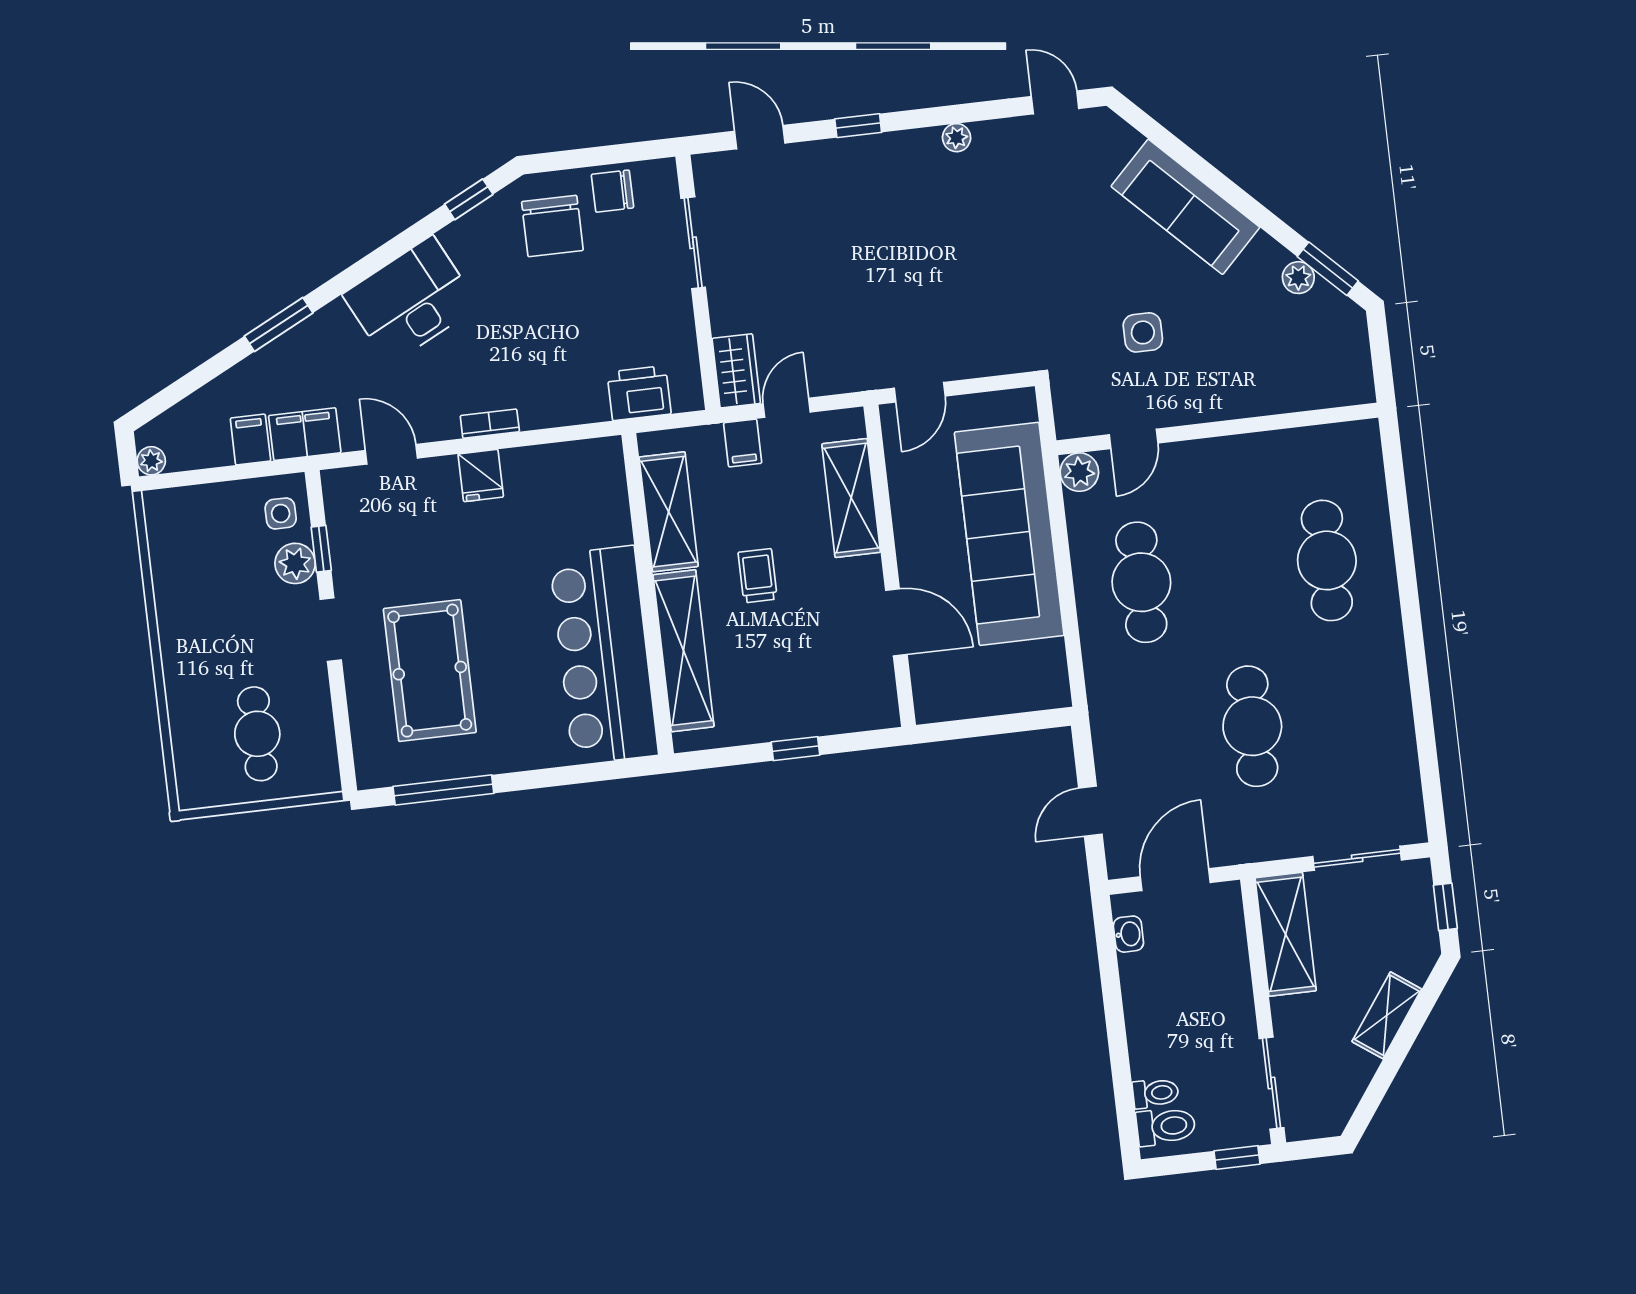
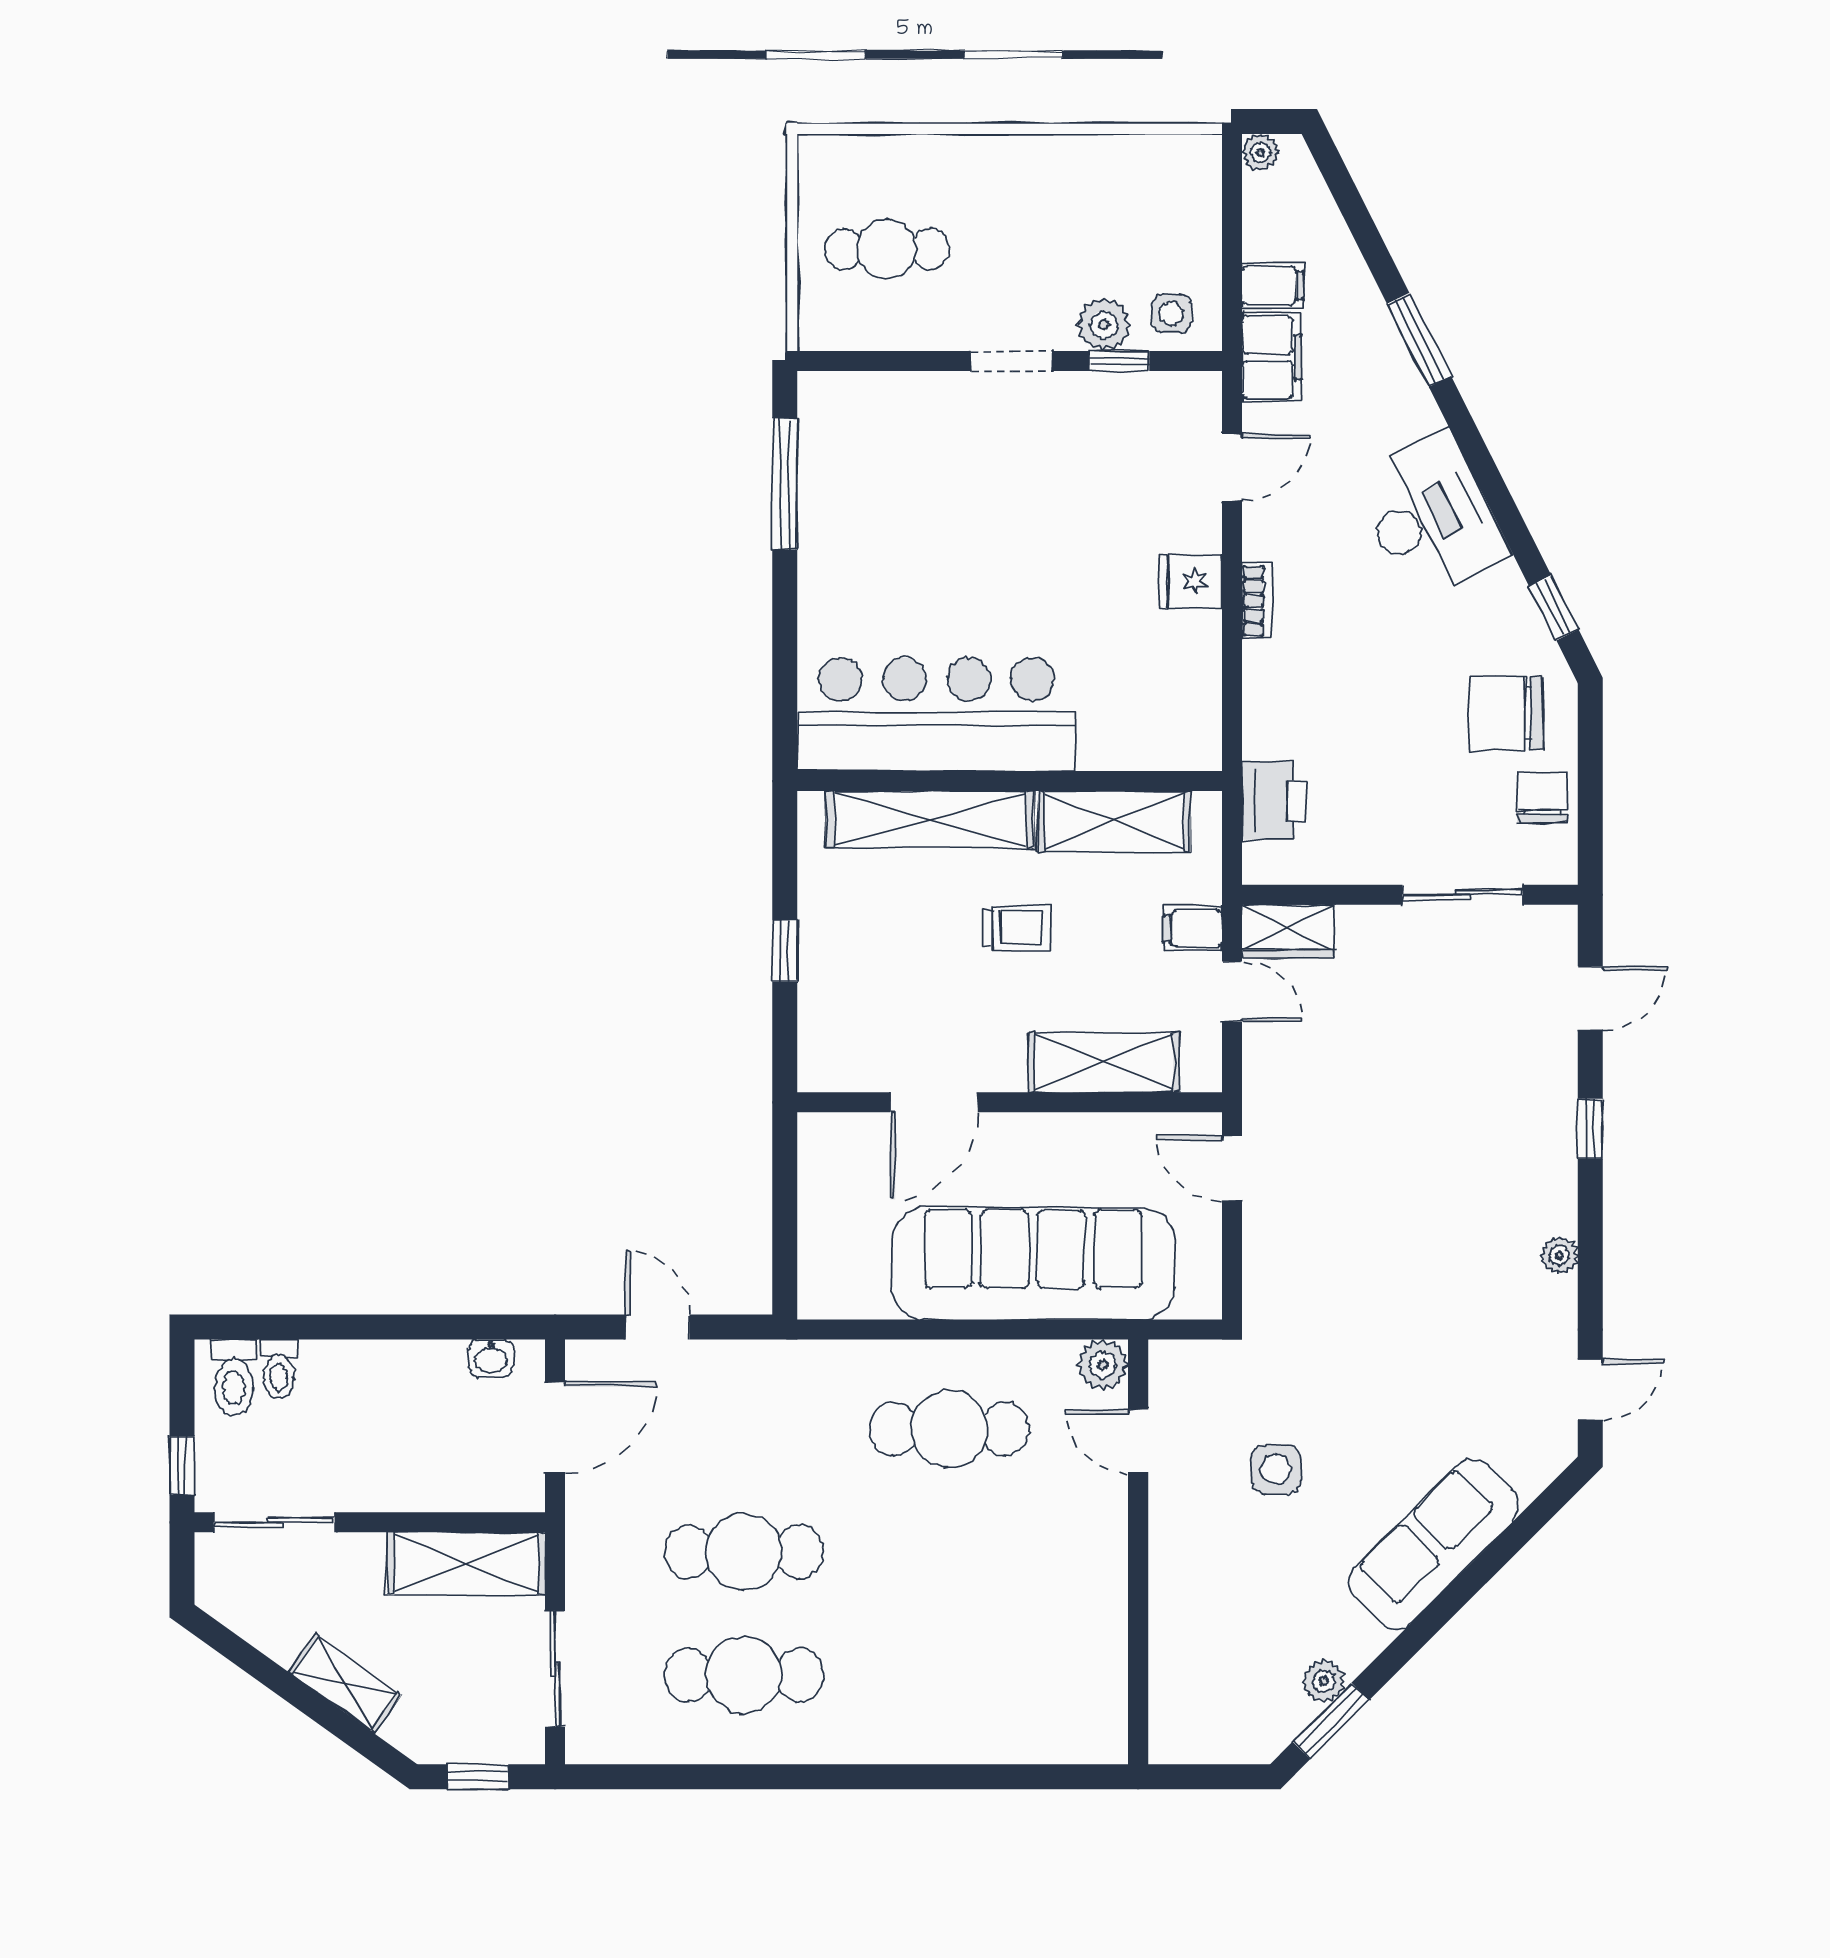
cafe table: (1327, 560) -> (744, 1675), moved
pool table: (430, 671) -> (943, 484), removed
door: (1175, 880) -> (555, 1428), hinge flipped

